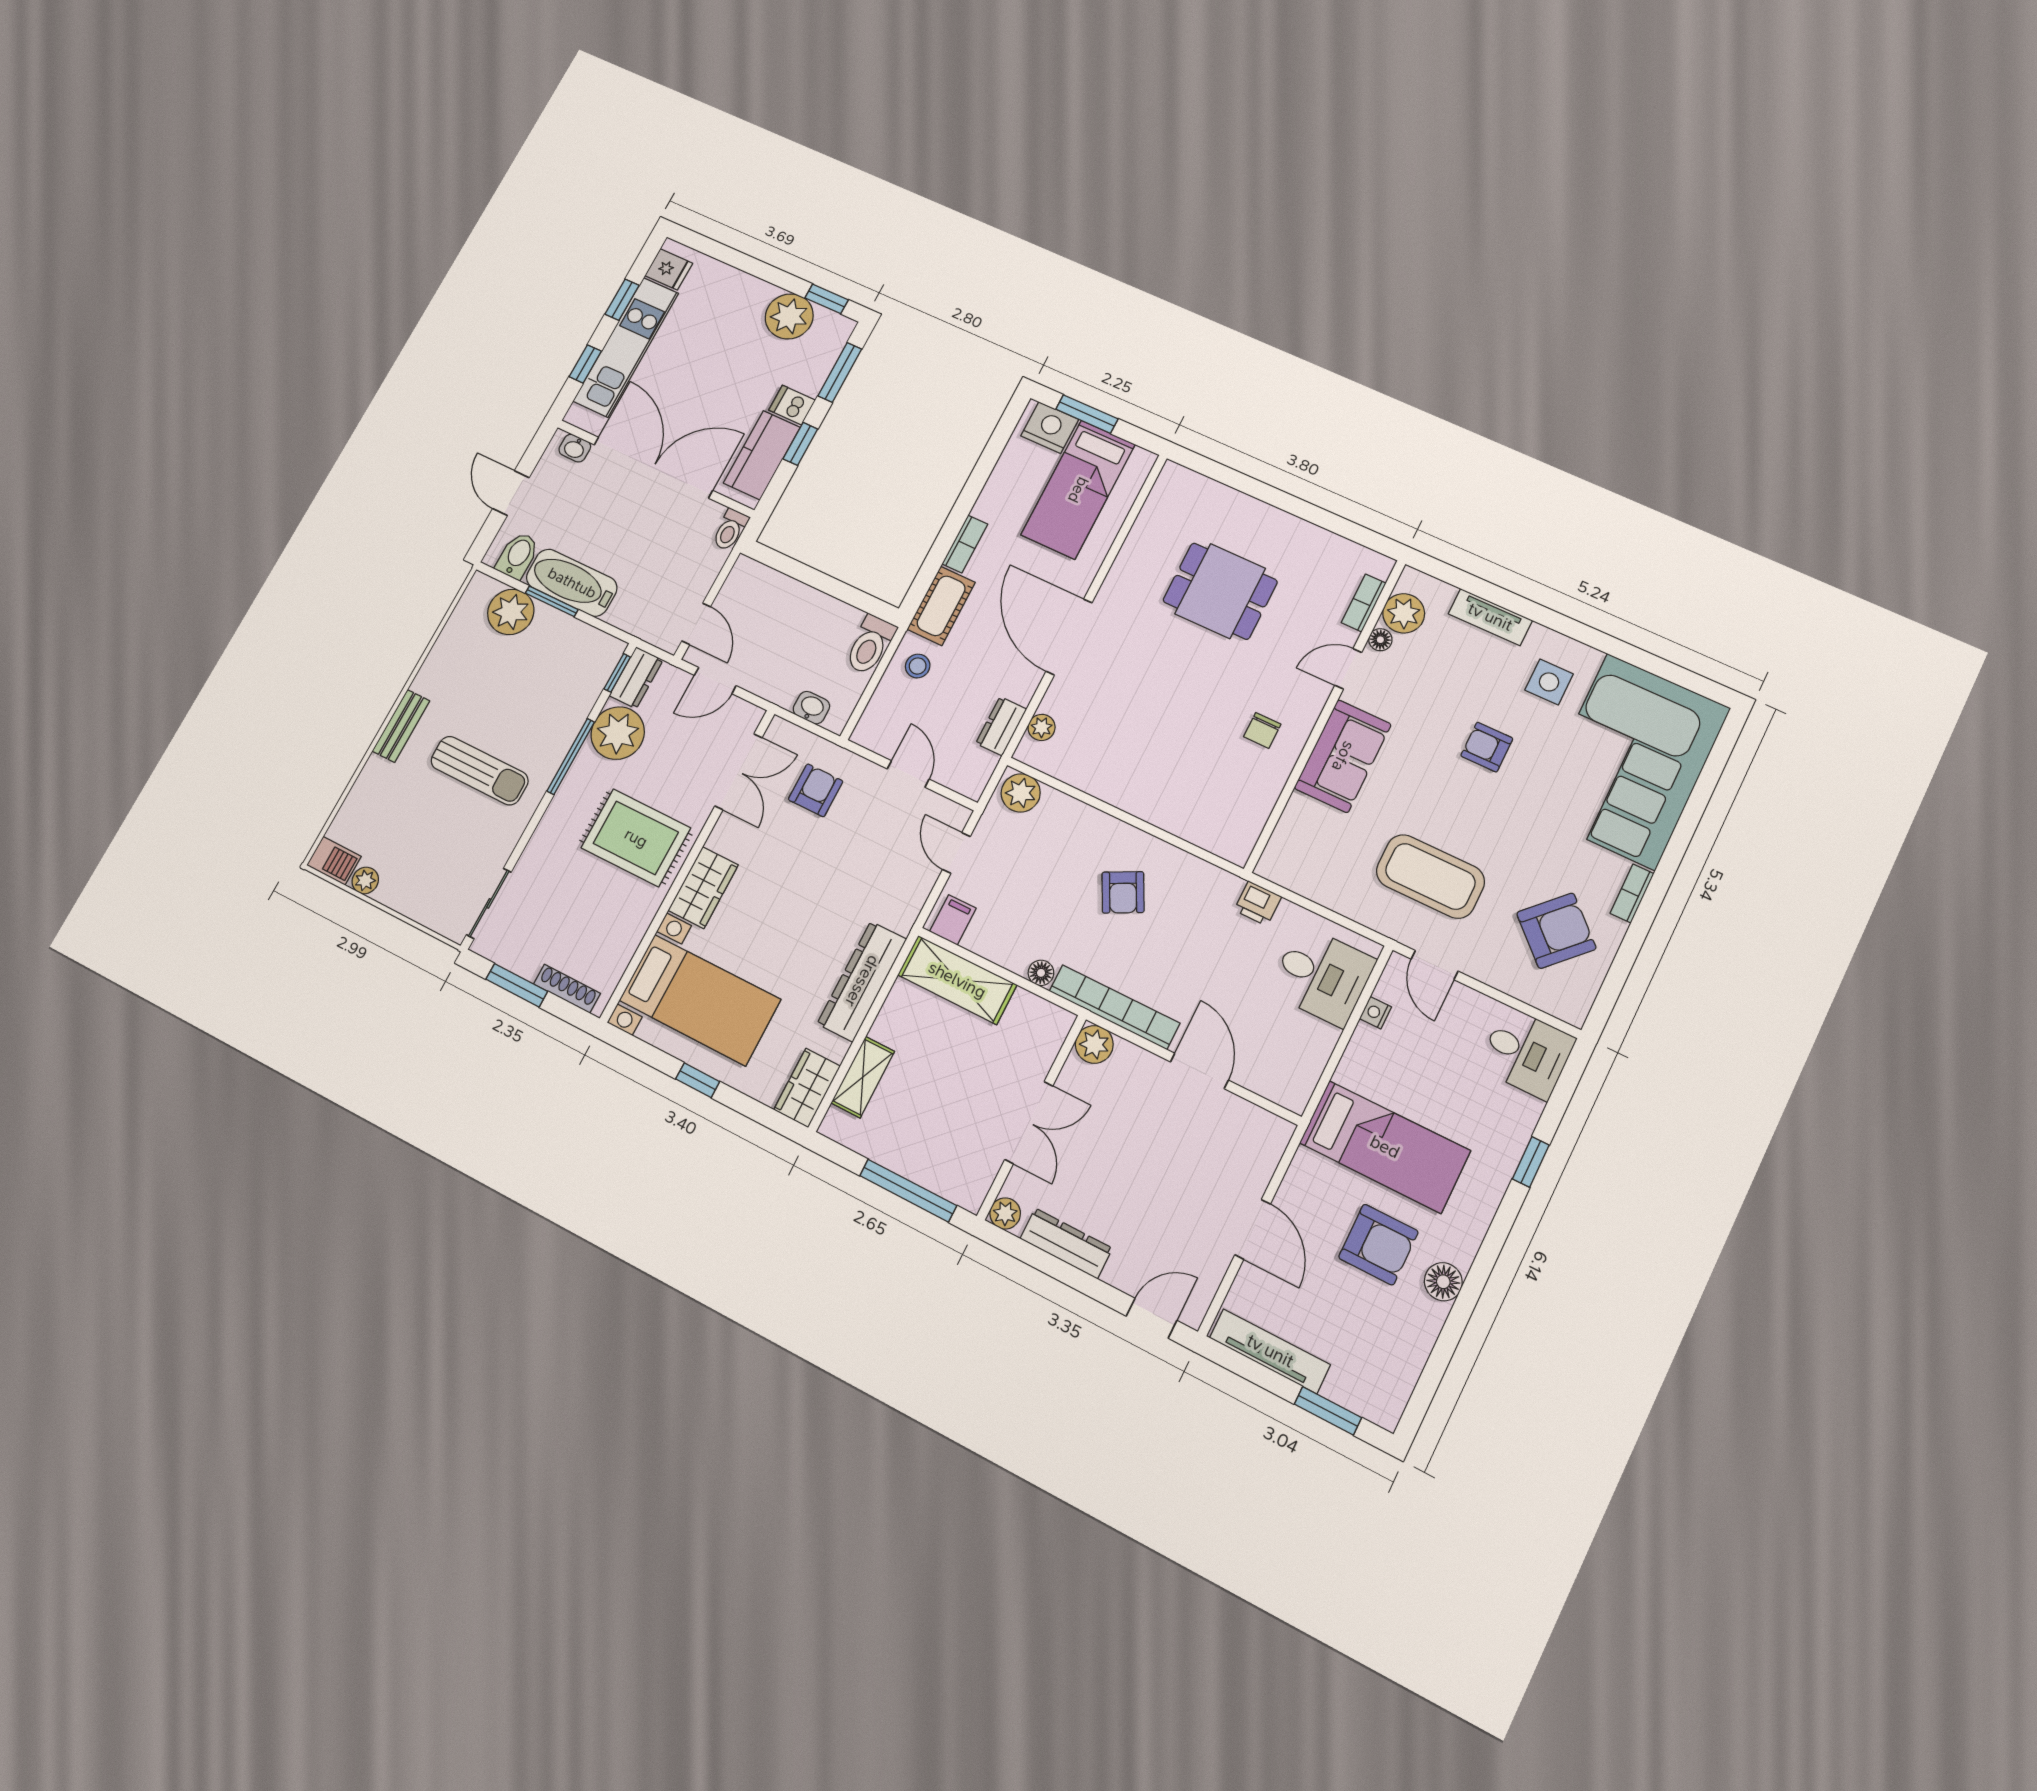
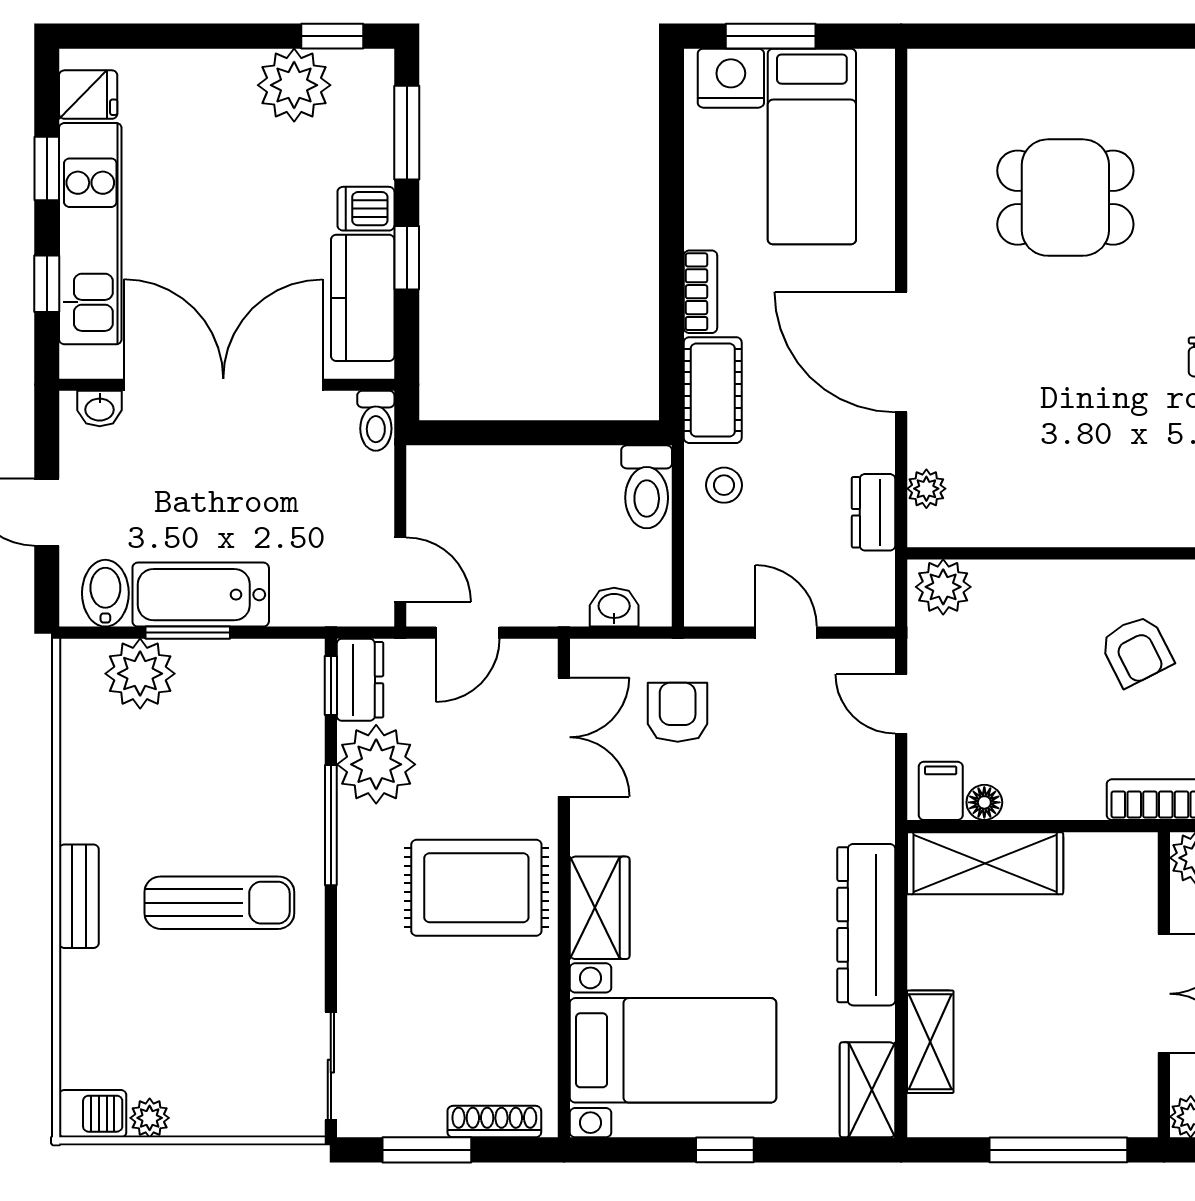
floor lamp: (1041, 973) -> (984, 802), moved

